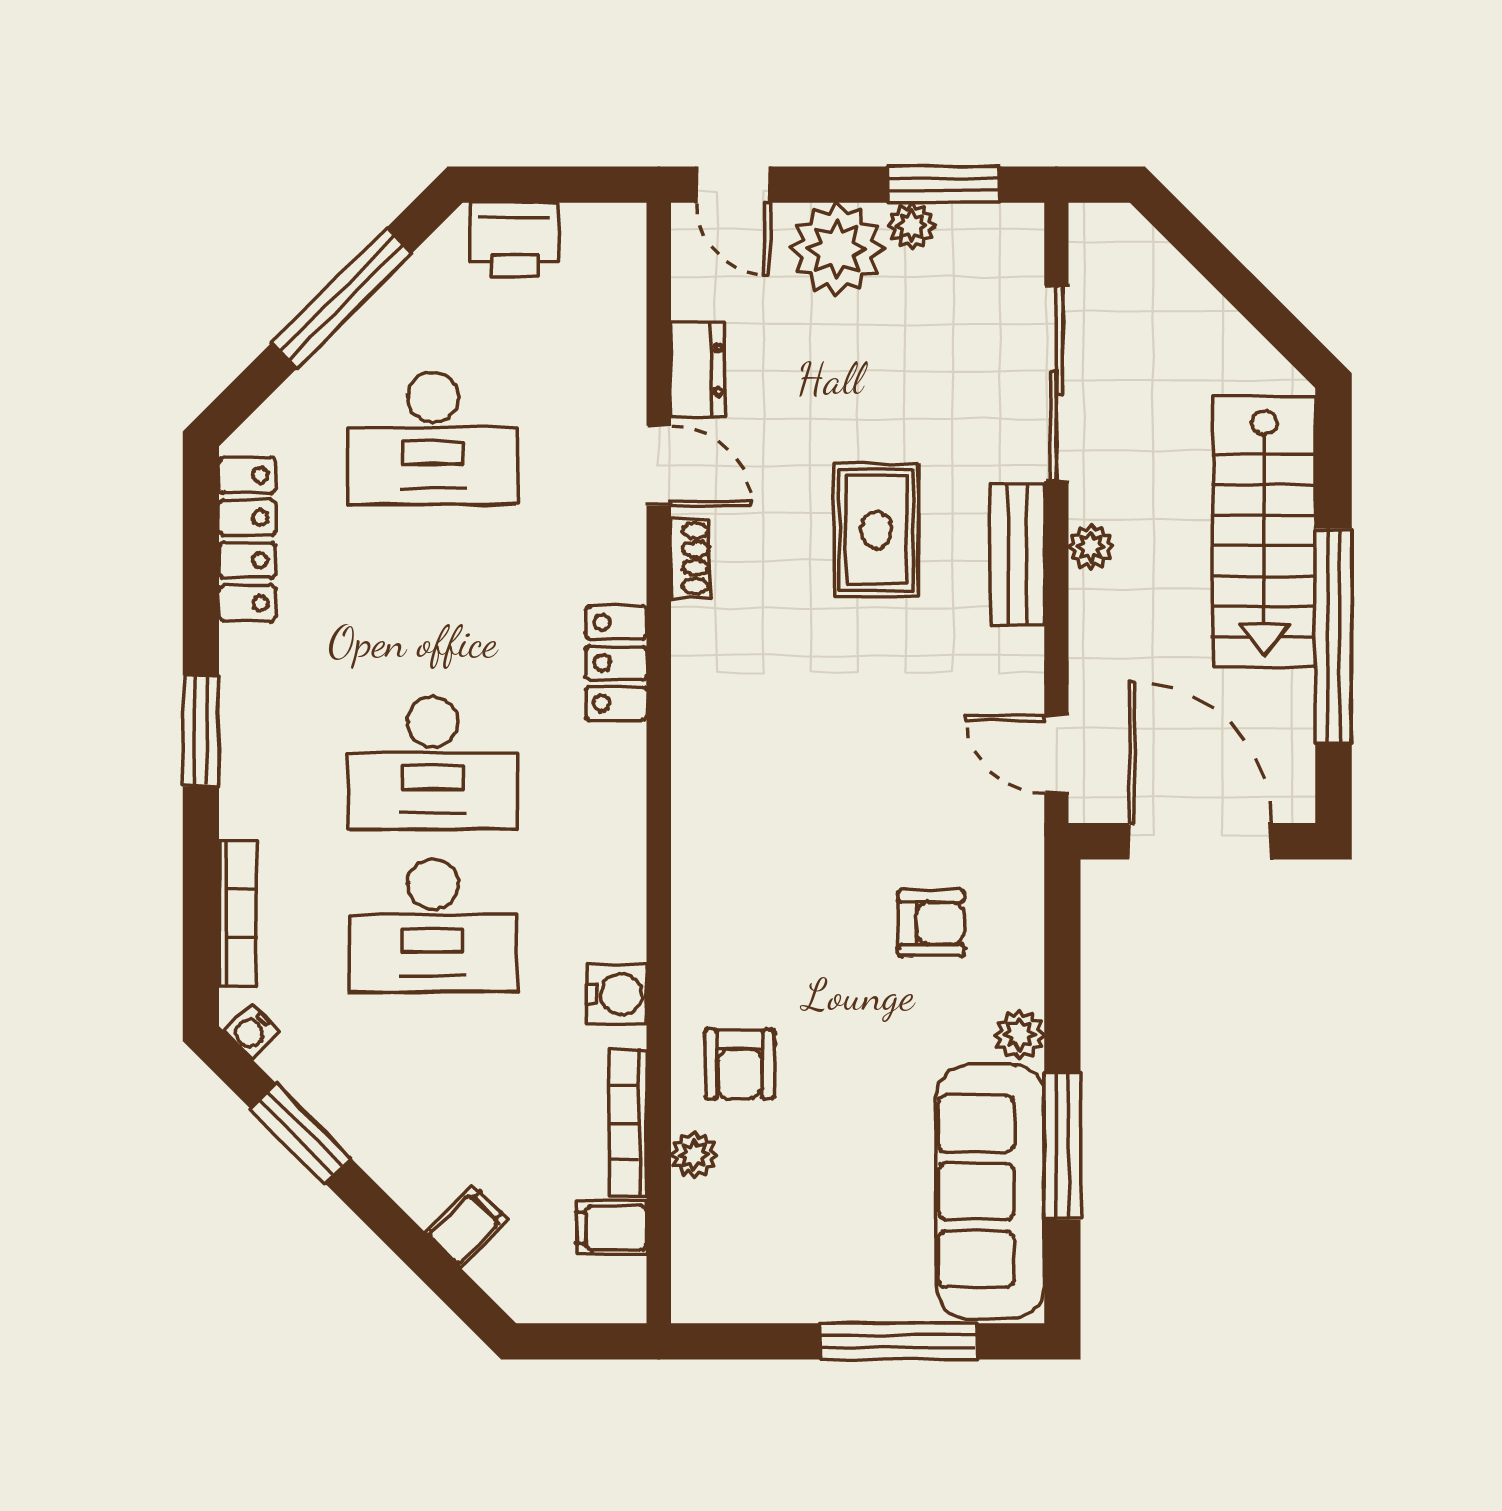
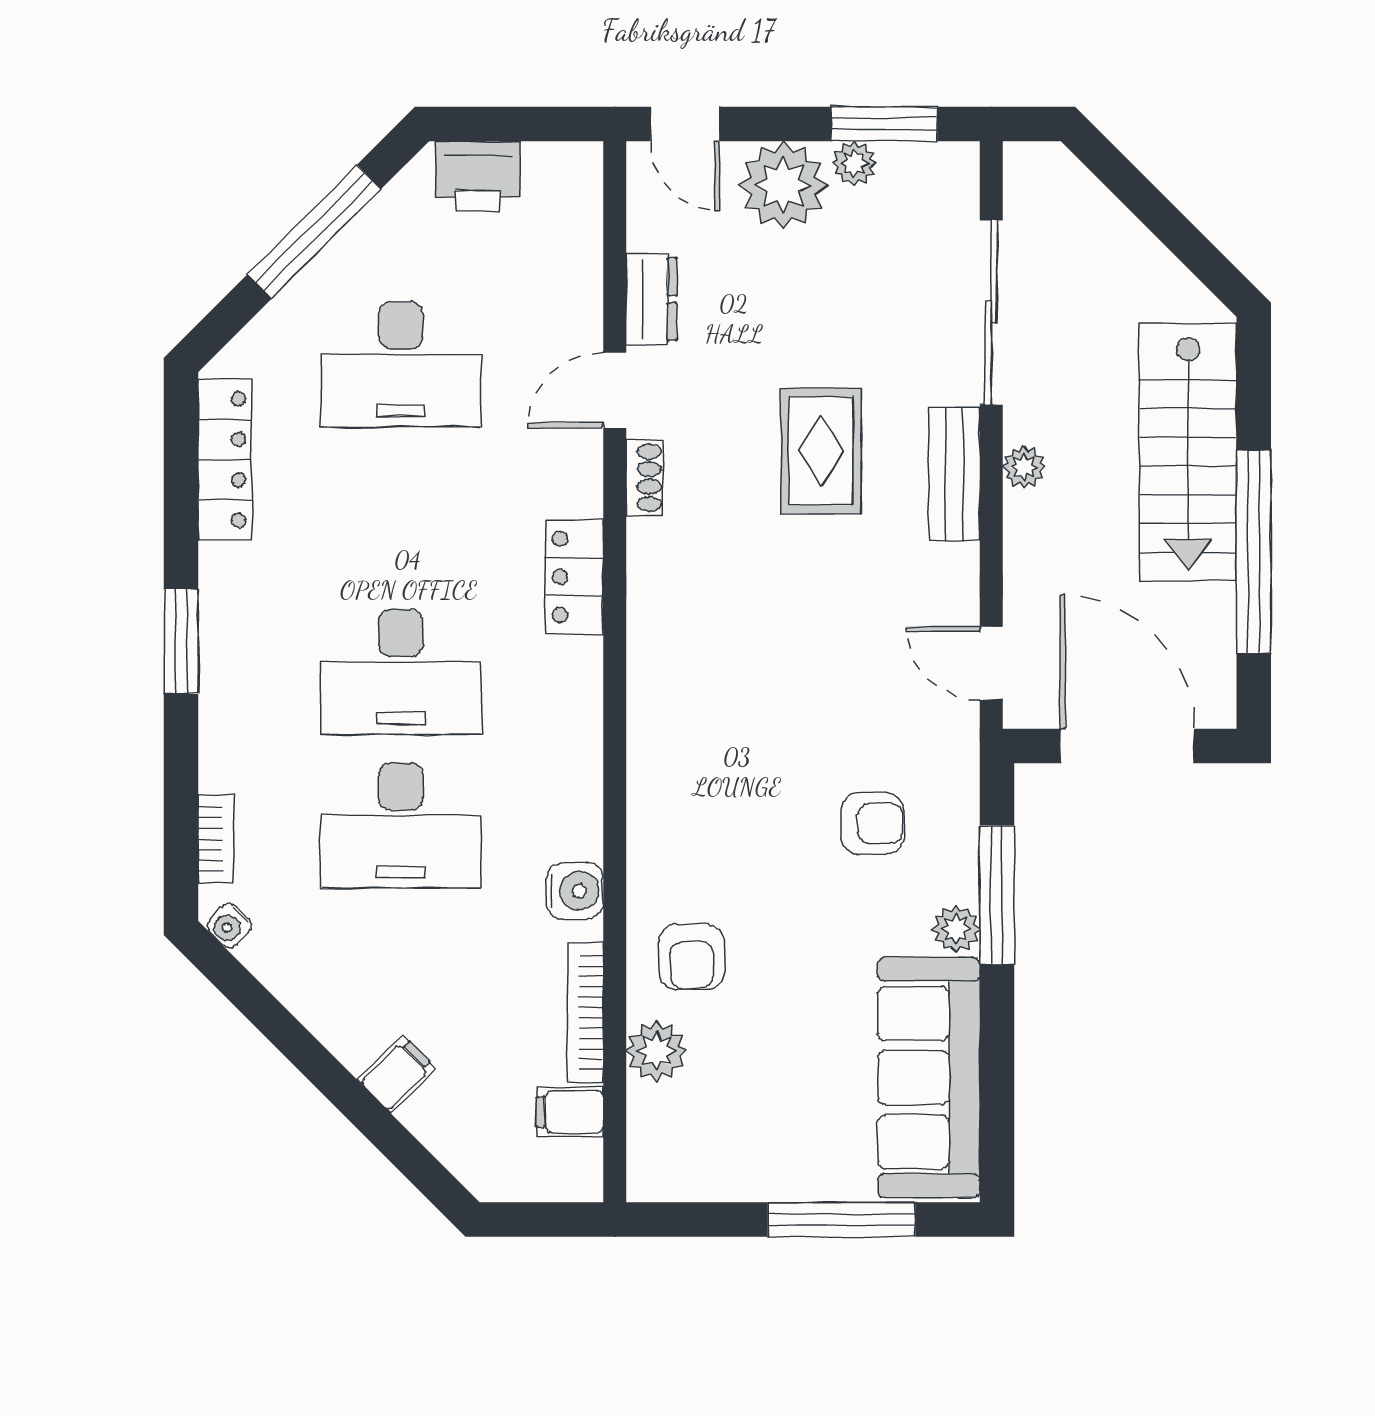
door: (659, 466) -> (615, 390), swing flipped
bookcase: (238, 913) -> (216, 839), width x0.64
window: (301, 1133) -> (276, 1023), removed
window: (1062, 1146) -> (997, 895), moved
plant: (694, 1155) -> (656, 1051), width x1.38, depth x1.38
filing cabinet: (467, 1226) -> (397, 1074), moved

